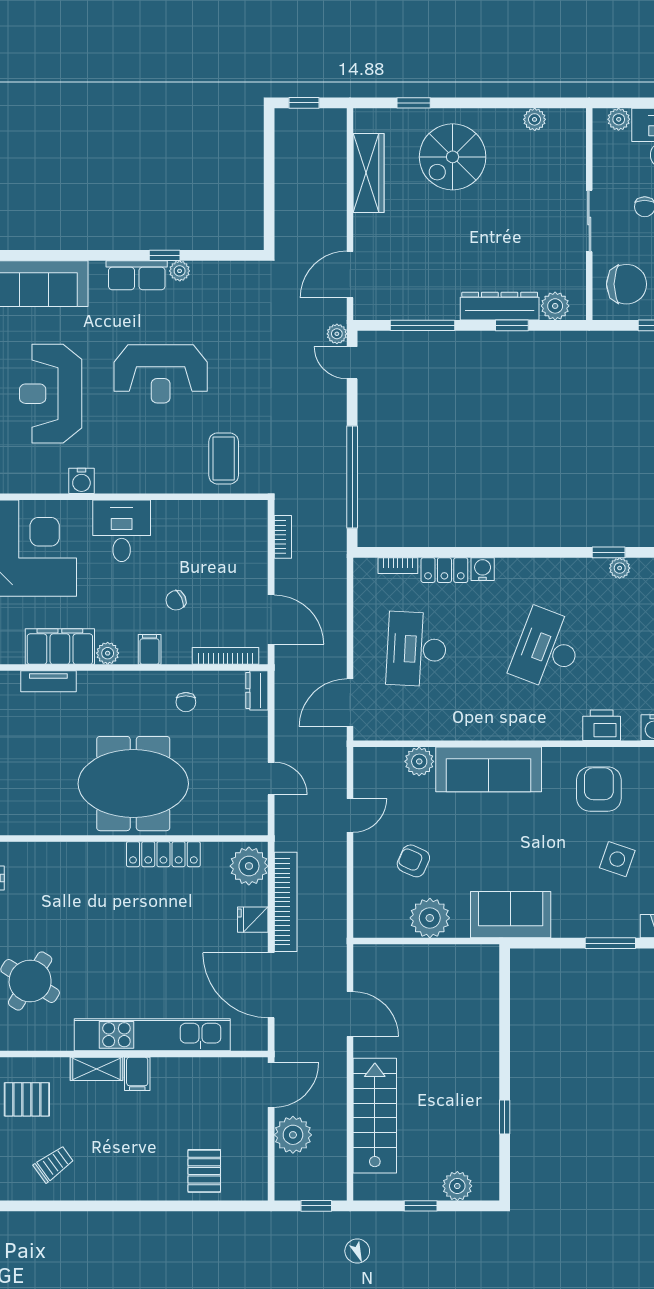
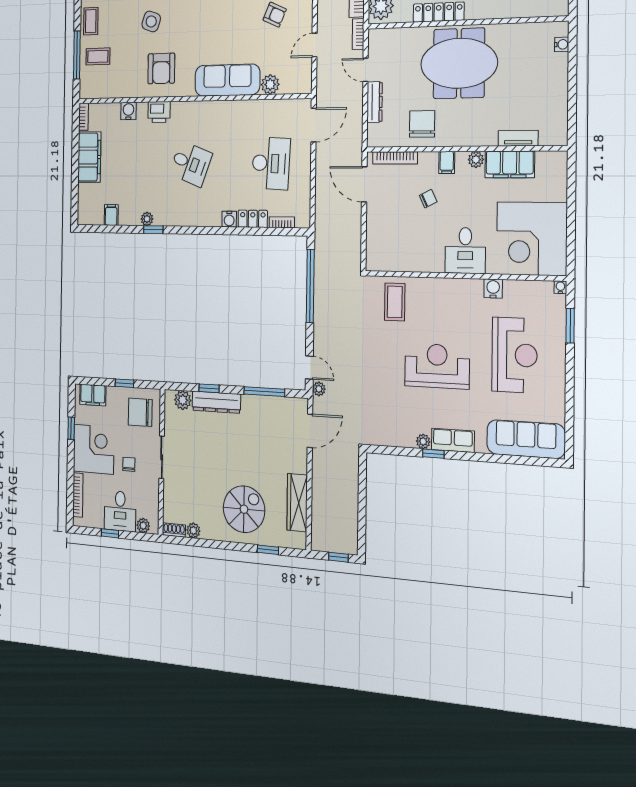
shoe rack: (567, 117) -> (174, 530), added
bookcase: (283, 537) -> (358, 34), moved
desk: (547, 649) -> (191, 164), width x0.73
dresser: (257, 690) -> (375, 102), moved, width x1.44
chair: (186, 702) -> (422, 124), width x1.87, depth x1.87

